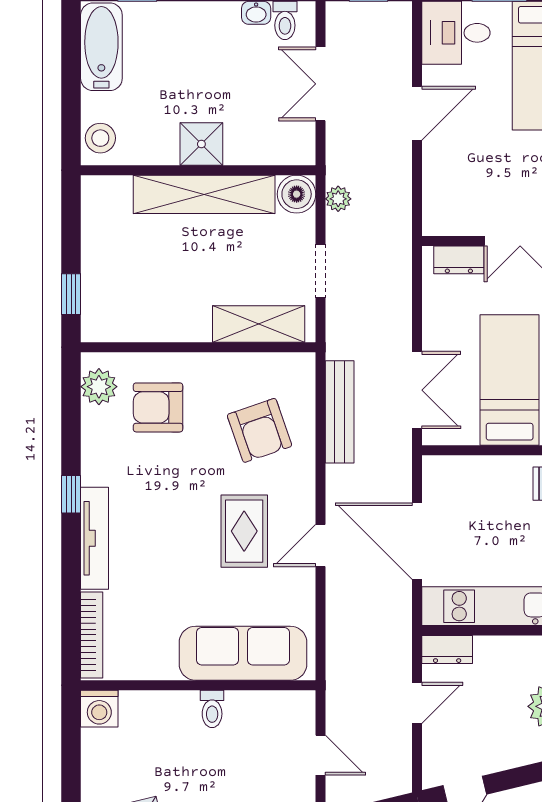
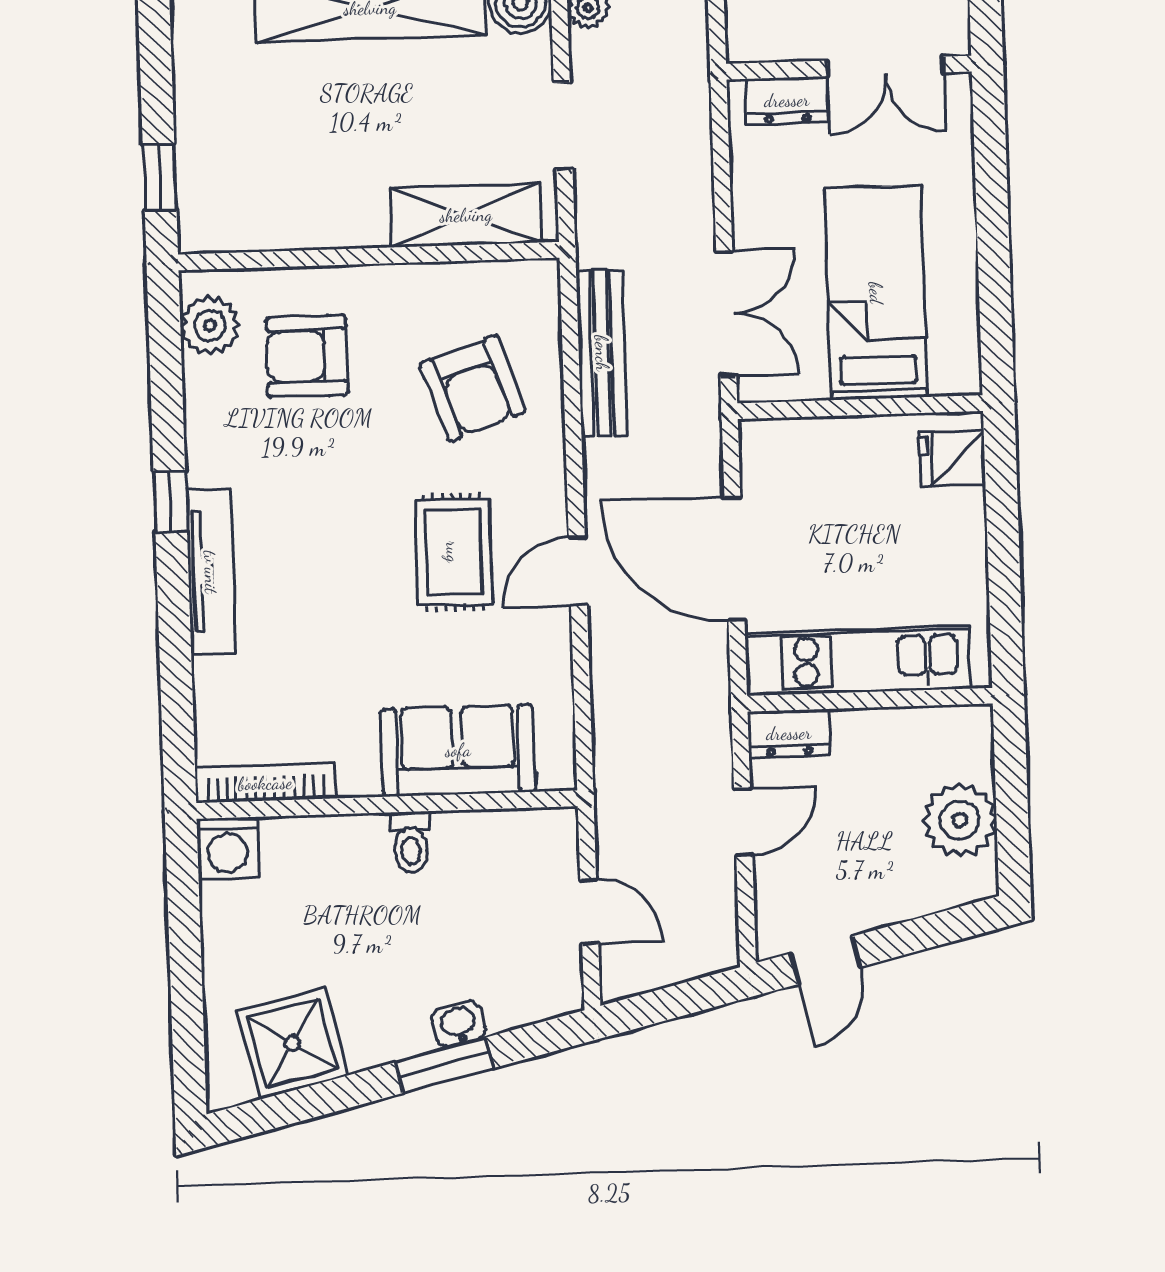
bookcase: (92, 635) -> (265, 783), moved, turned -90
sofa: (243, 653) -> (458, 750), width x0.73

